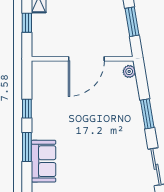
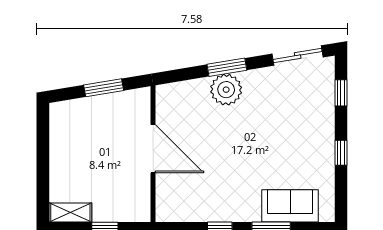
plant: (129, 71) -> (226, 90), moved, width x1.88, depth x1.88

